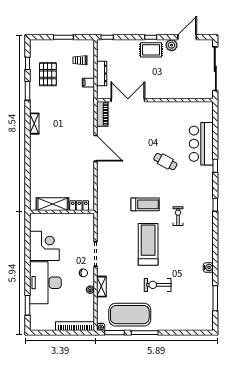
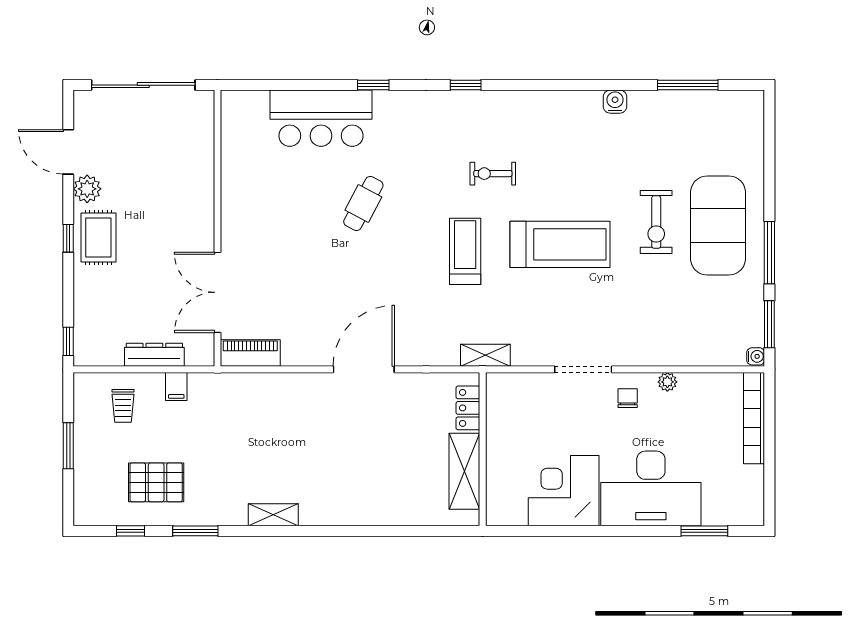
door: (95, 148) -> (364, 369), moved
treadmill: (148, 244) -> (560, 244), turned 180
shelving: (101, 287) -> (485, 355), moved
exercise mat: (130, 315) -> (718, 225), moved

